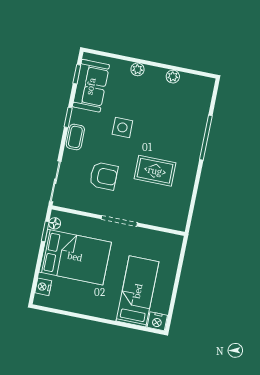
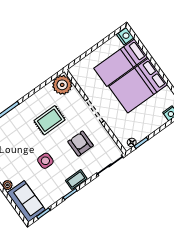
sofa: (91, 86) -> (26, 201), moved, turned 90
rug: (155, 171) -> (49, 120), turned 90
plant: (175, 217) -> (62, 85), added
bed: (75, 257) -> (138, 86), moved, turned -90

